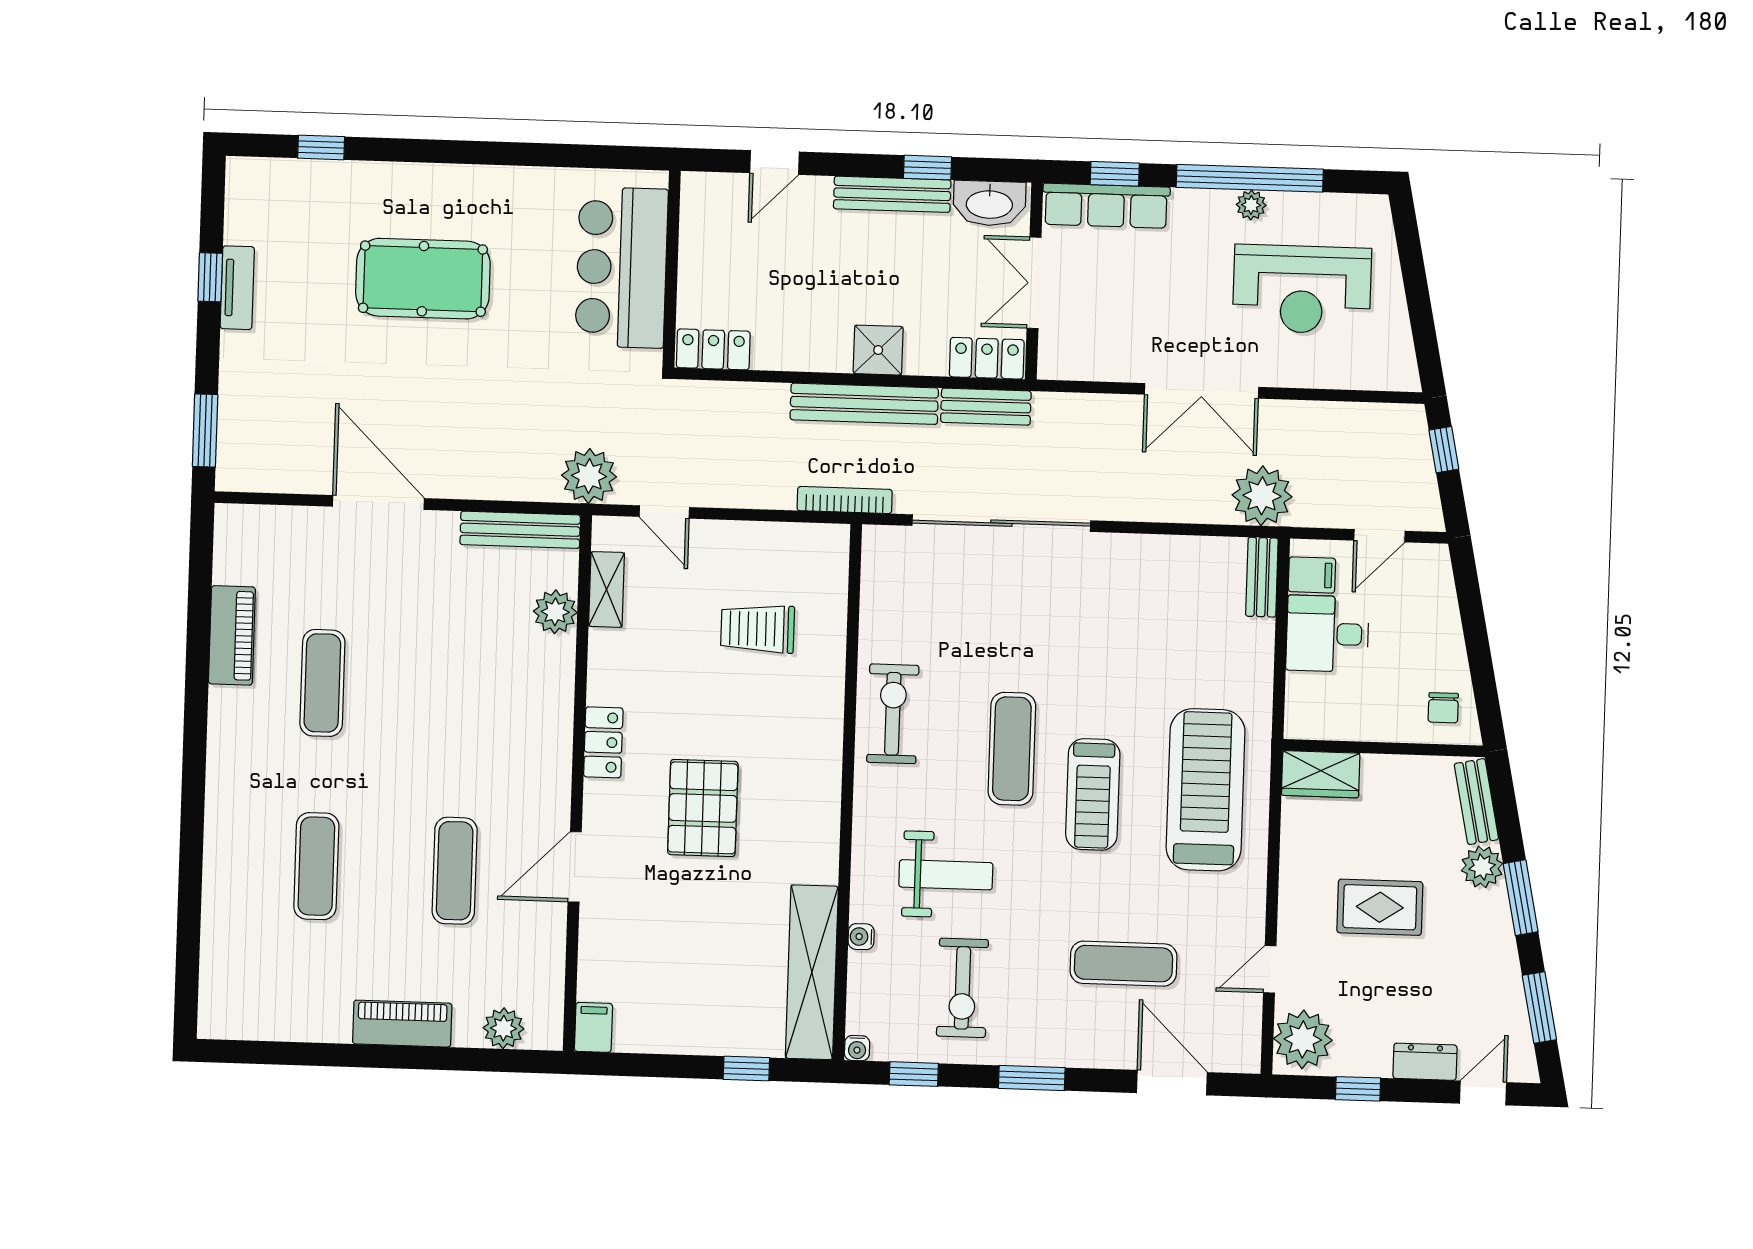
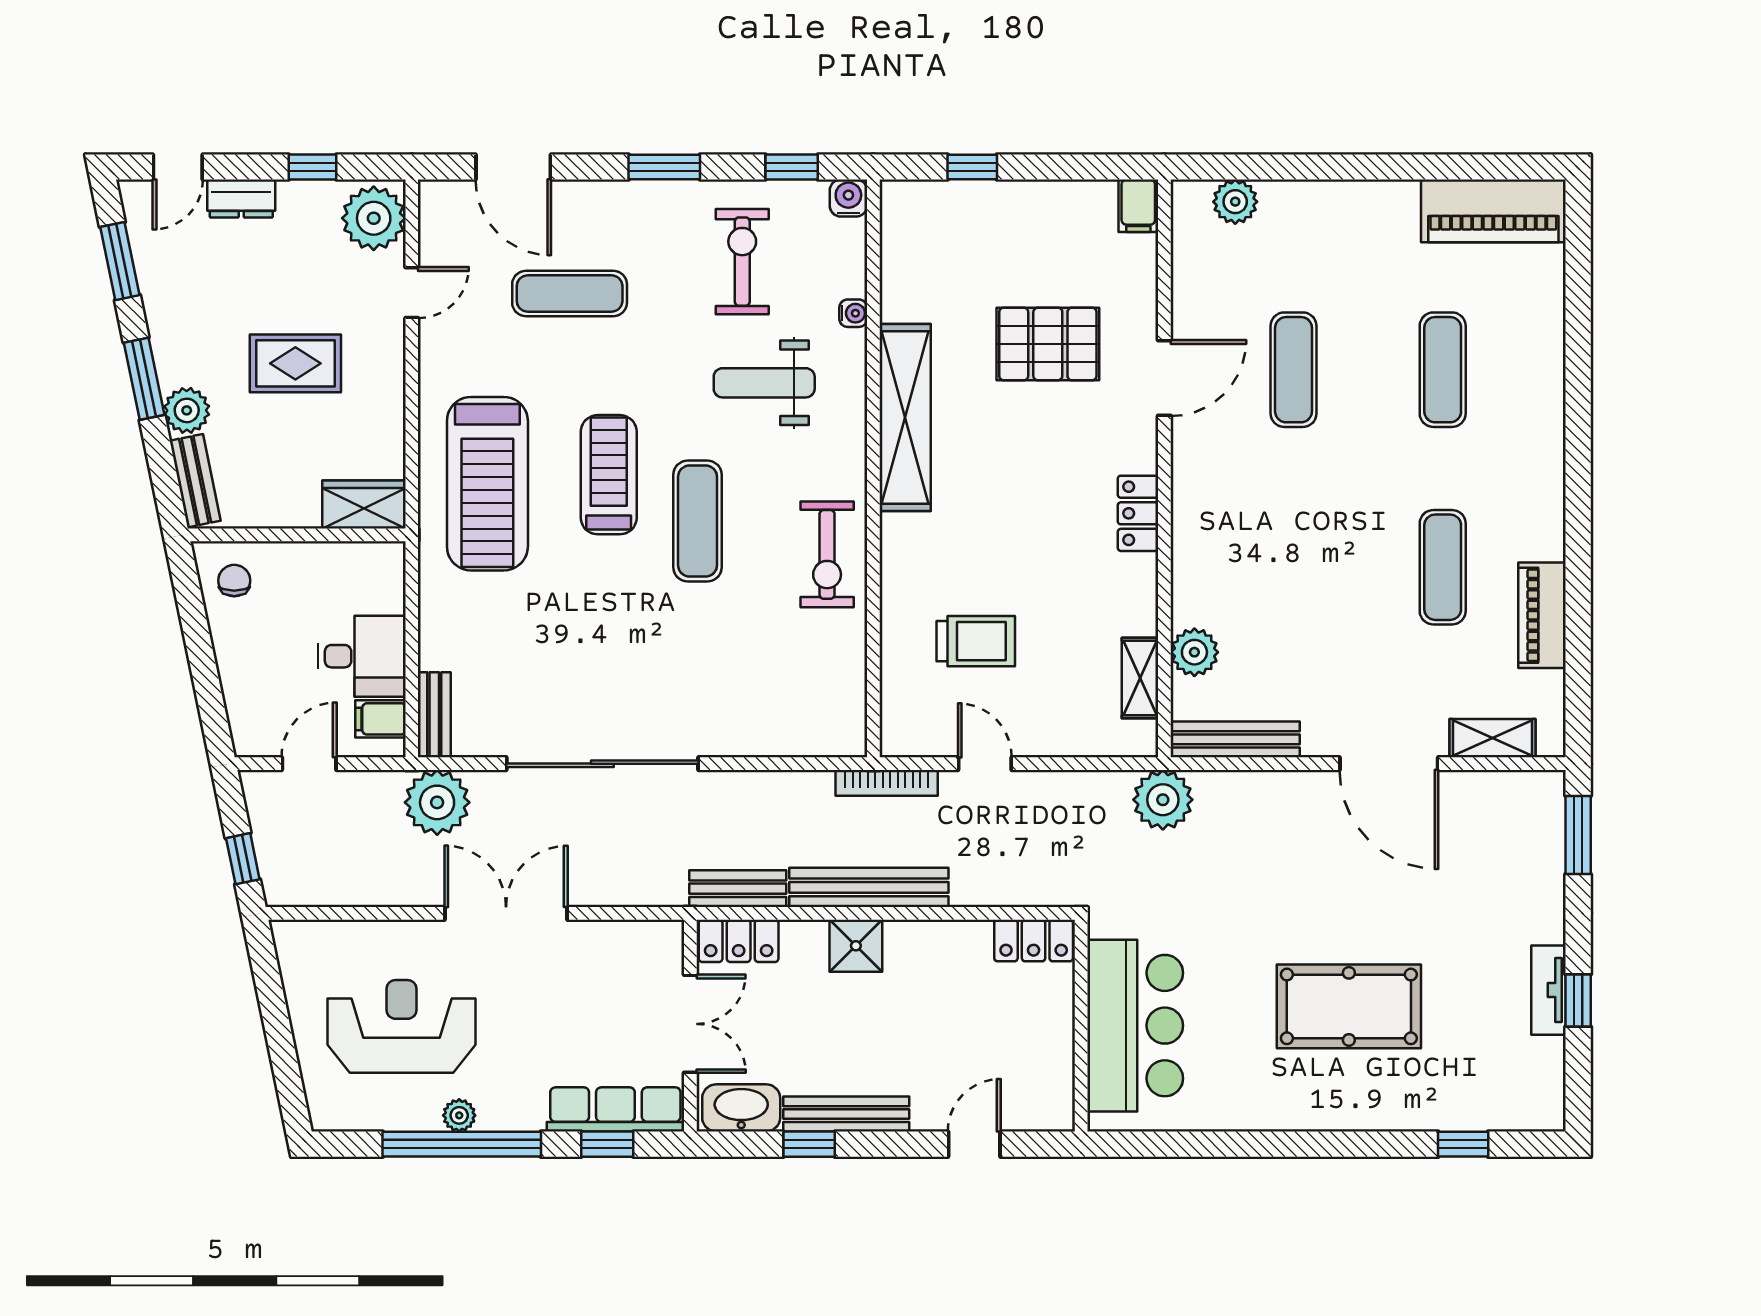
door: (664, 512) -> (985, 764), moved
shelving: (281, 523) -> (1492, 738), added
sliding door: (1001, 523) -> (602, 764), moved
pallet: (703, 808) -> (1048, 344), moved, turned 90
shelving: (812, 972) -> (905, 417), moved
piano: (402, 1024) -> (1493, 211), moved, width x1.37, depth x1.33
water cooler: (857, 1048) -> (848, 198), width x1.38, depth x1.38

